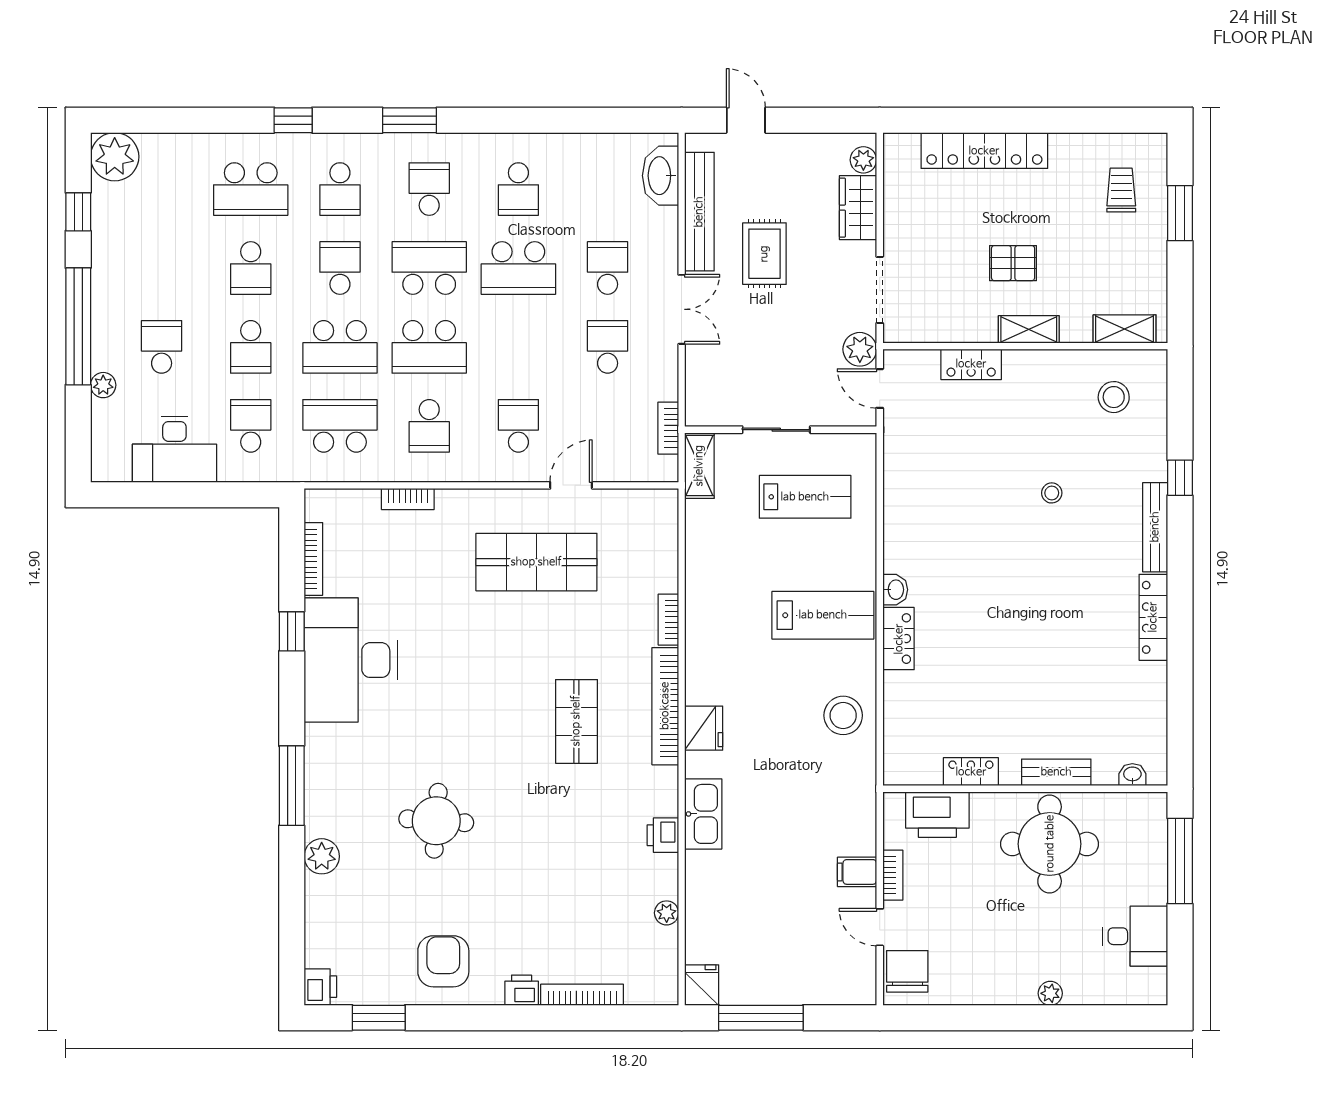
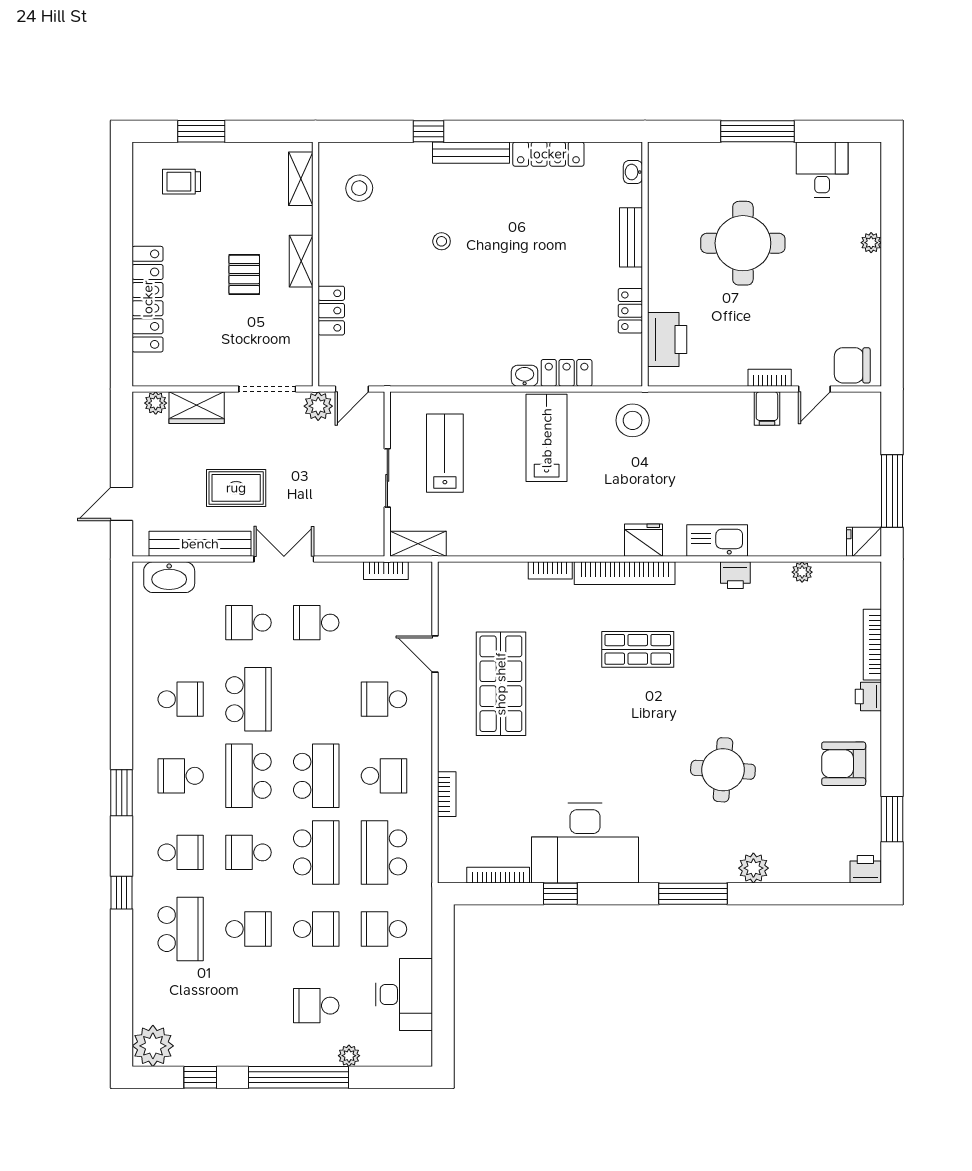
locker: (971, 772) -> (630, 311), moved
bench: (1056, 772) -> (631, 237), moved
washbasin: (1132, 775) -> (633, 172), moved
wall: (1025, 789) -> (645, 264), moved
printer: (937, 815) -> (667, 340), moved

